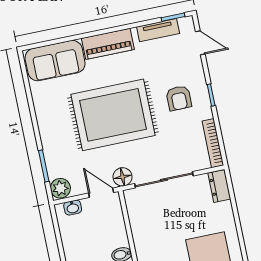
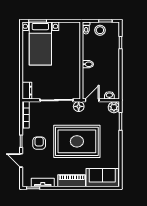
door: (200, 43) -> (21, 160), moved
door: (101, 193) -> (92, 100), swing flipped

